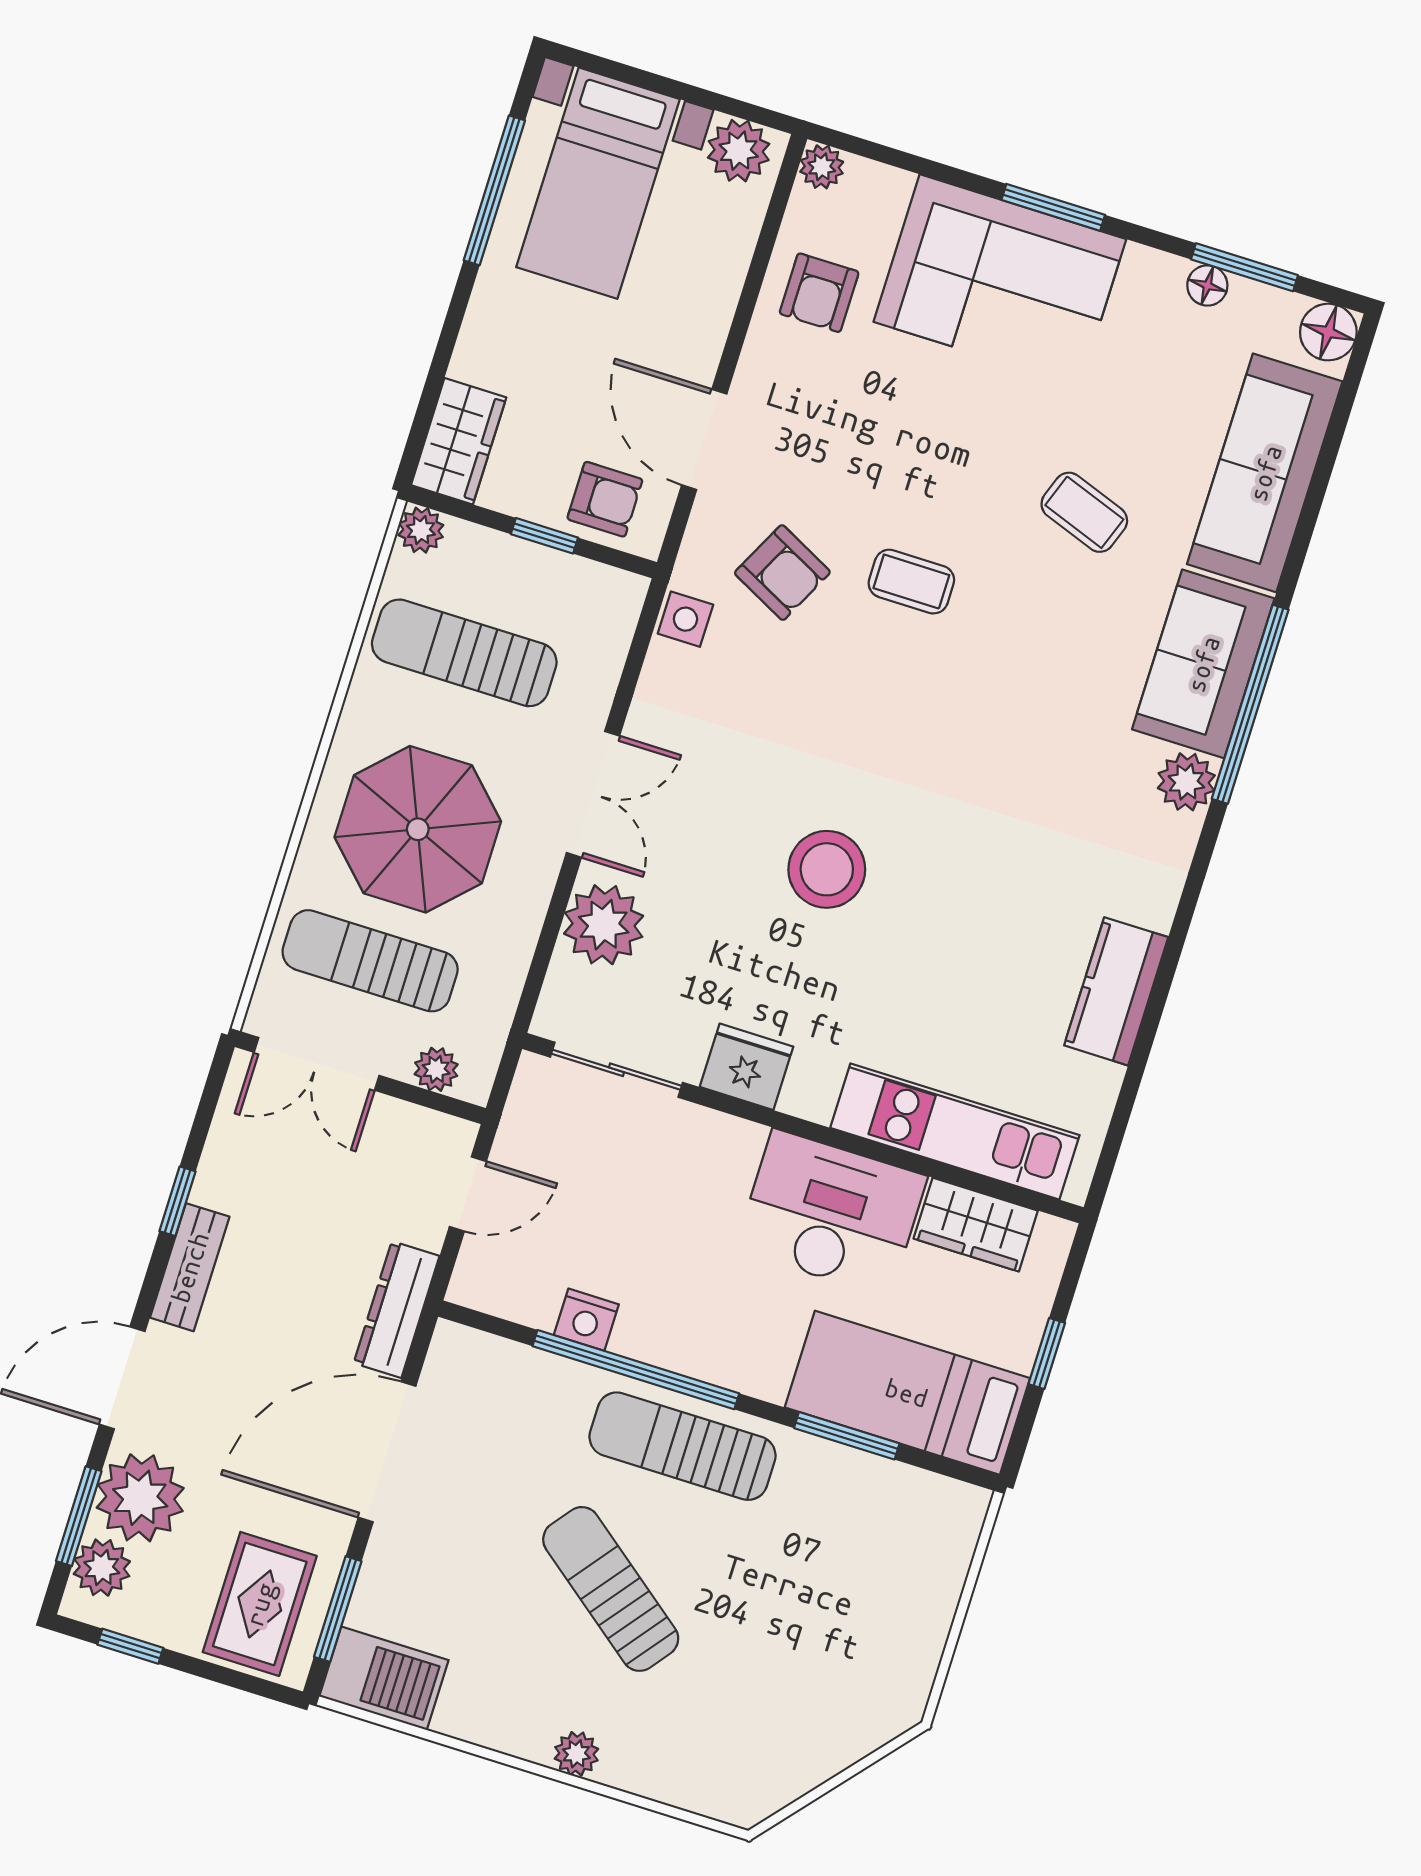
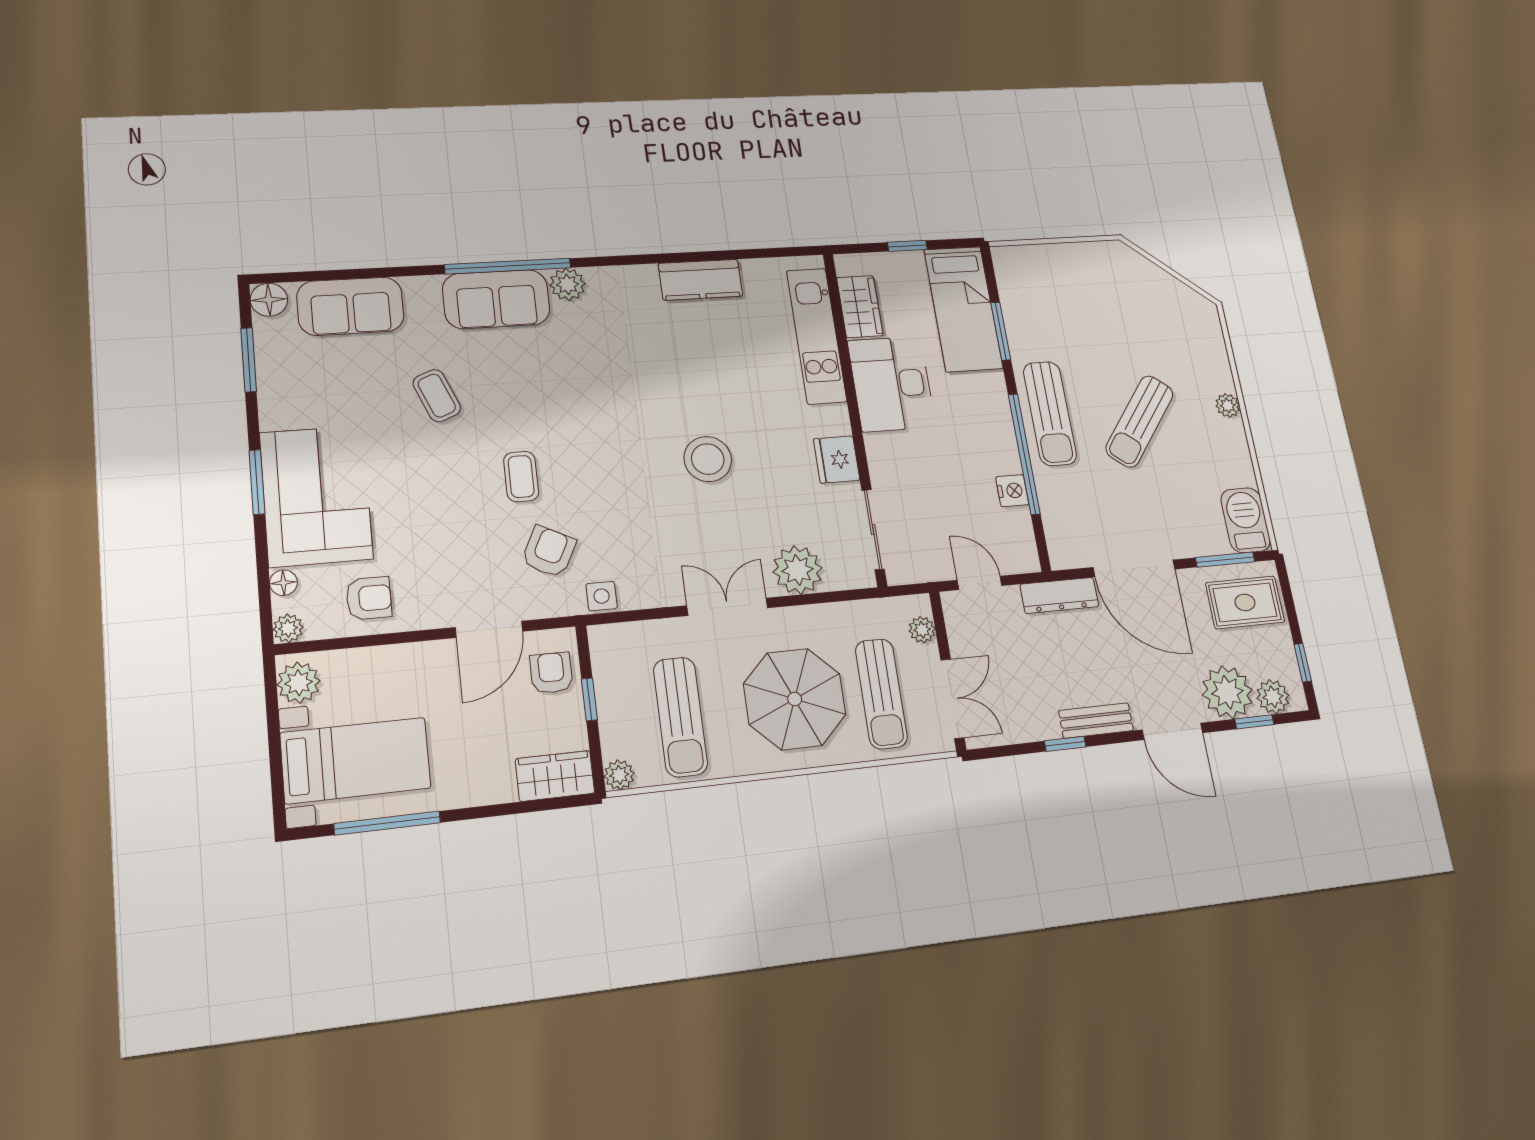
floor lamp: (1207, 285) -> (283, 583), moved
sofa: (1265, 473) -> (350, 306), width x0.73
coffee table: (1084, 512) -> (437, 396), turned -42
window: (79, 1516) -> (1254, 722), width x0.67

